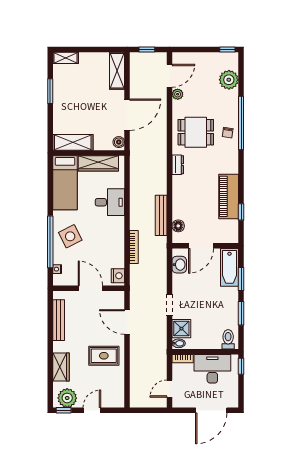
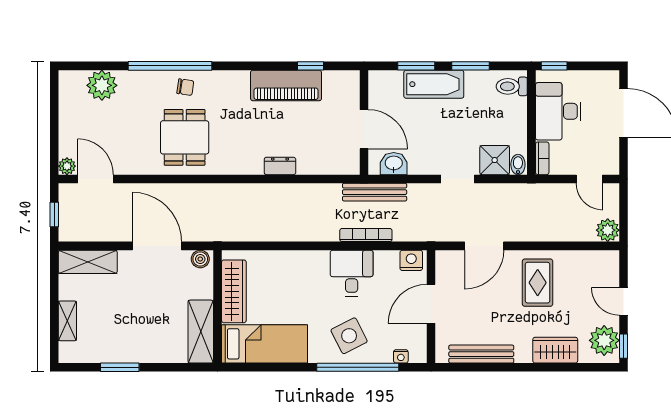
window: (227, 50) -> (54, 87), removed
shelving: (66, 58) -> (67, 321), moved
plant: (178, 94) -> (67, 166), moved
dresser: (178, 165) -> (280, 166), moved
desk: (110, 202) -> (352, 273), moved
bench: (161, 215) -> (375, 192), moved
floor lamp: (178, 226) -> (333, 165), removed
bathtub: (229, 267) -> (434, 84), moved
plant: (137, 400) -> (608, 230), added

